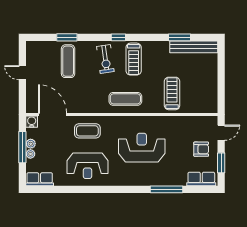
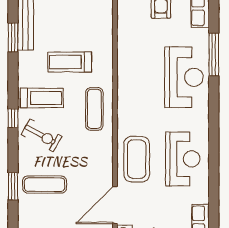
exercise bike: (105, 59) -> (42, 135), turned 37
treadmill: (172, 93) -> (70, 62), moved
coffee table: (87, 131) -> (137, 159), width x1.36, depth x1.32
reception desk: (142, 148) -> (184, 77), moved, turned 180

